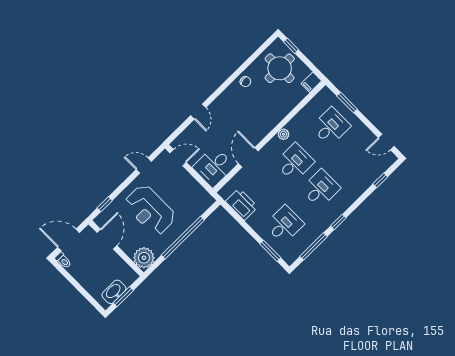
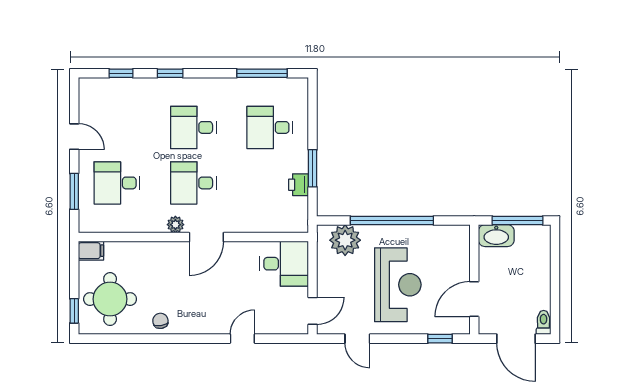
door: (386, 142) -> (74, 137), moved
door: (248, 157) -> (206, 237), moved
door: (178, 158) -> (313, 311), swing flipped
printer: (242, 204) -> (299, 185), width x0.53, depth x0.68
window: (338, 222) -> (170, 73), moved
window: (270, 251) -> (313, 168), moved
plant: (144, 258) -> (345, 240), moved
washbasin: (114, 292) -> (496, 236), moved
window: (123, 297) -> (517, 220), width x1.44

